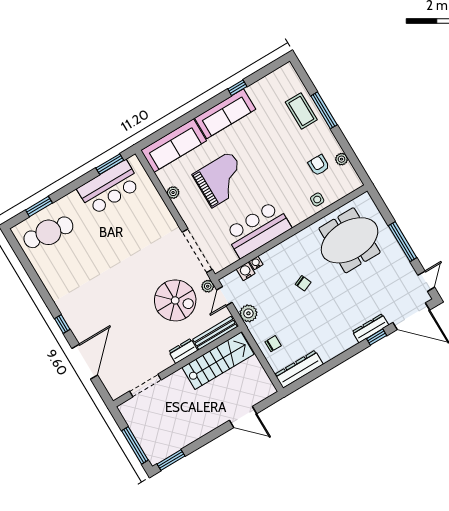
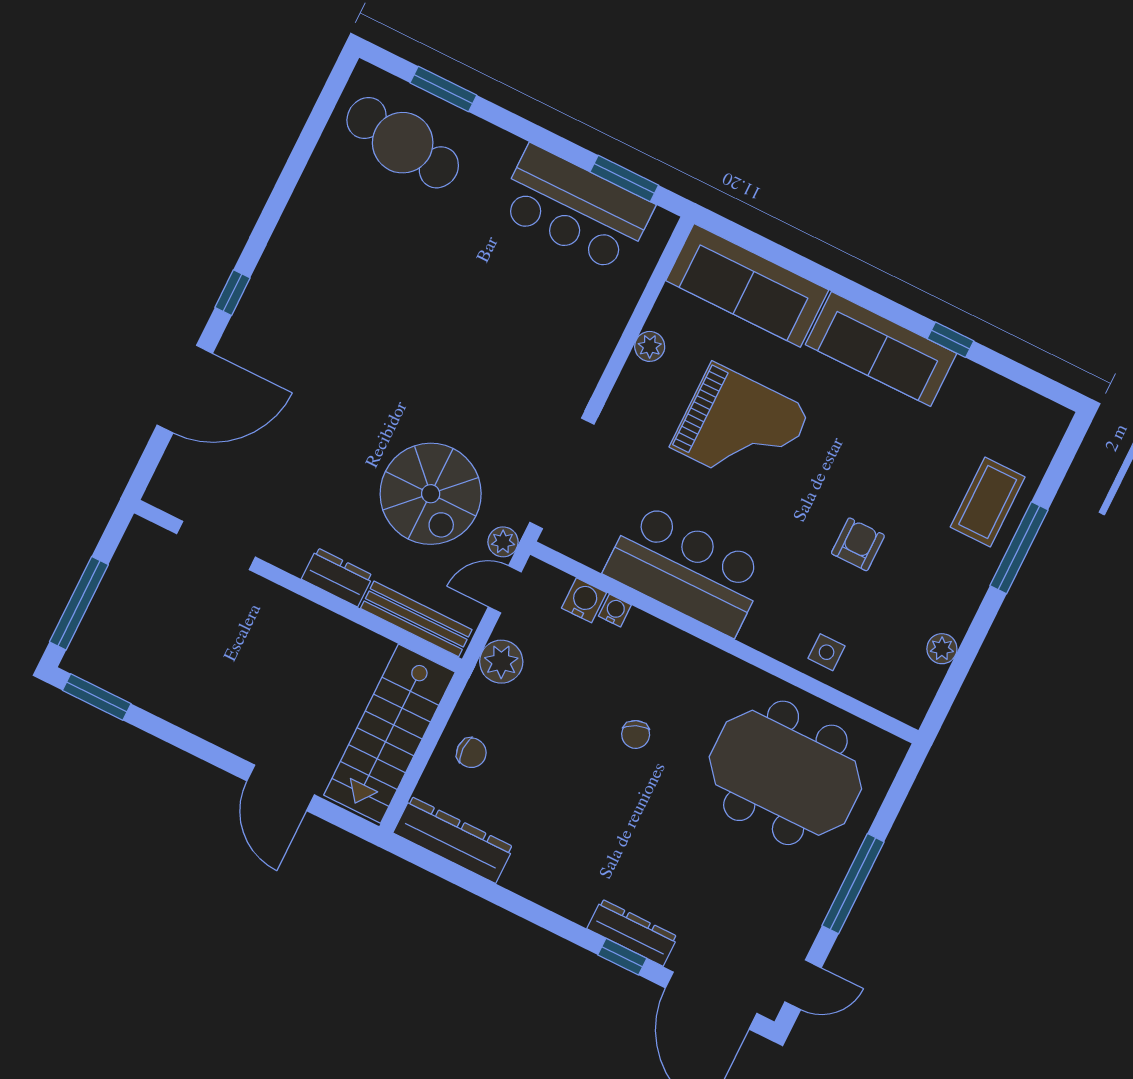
armchair: (319, 165) -> (858, 544), moved
stairs: (218, 361) -> (389, 734), moved, turned 90

